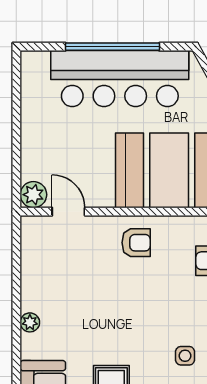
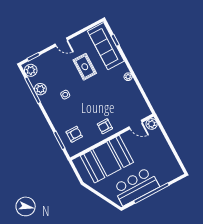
bar counter: (120, 79) -> (136, 186), width x0.73

